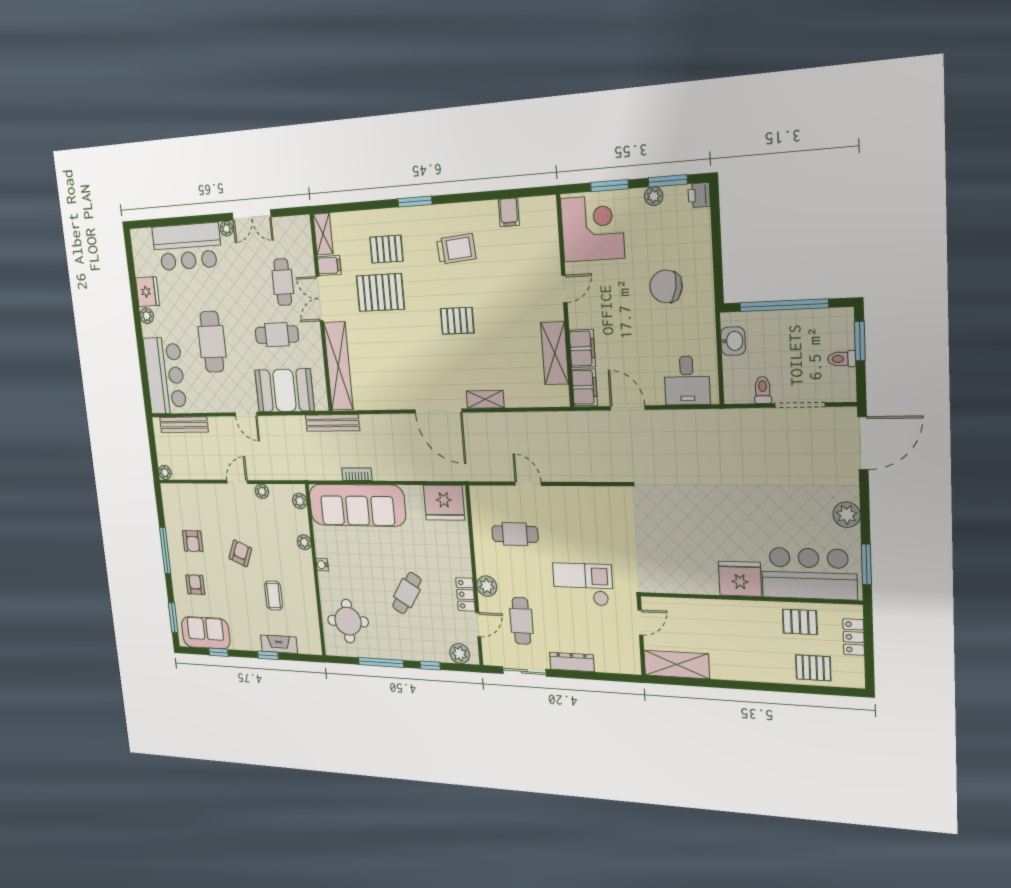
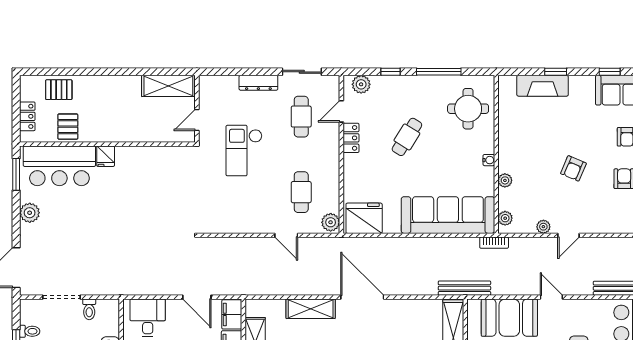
shelving: (485, 399) -> (311, 309), width x1.50, depth x1.33
bookcase: (357, 474) -> (494, 243), moved
cafe table: (515, 534) -> (301, 192), turned 90
fridge: (740, 579) -> (106, 156), width x0.53, depth x0.75
checkout: (583, 584) -> (244, 151), turned 90
plant: (487, 586) -> (331, 222), moved
coffee table: (274, 595) -> (543, 129), removed
pallet: (800, 622) -> (68, 127), turned 90
fireplace: (279, 644) -> (543, 86), width x1.37, depth x1.32

